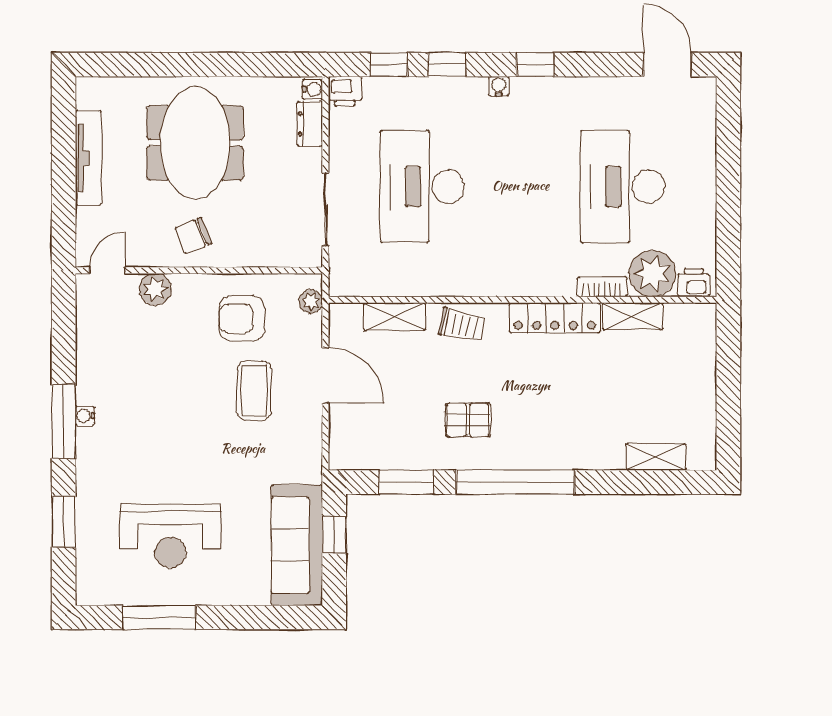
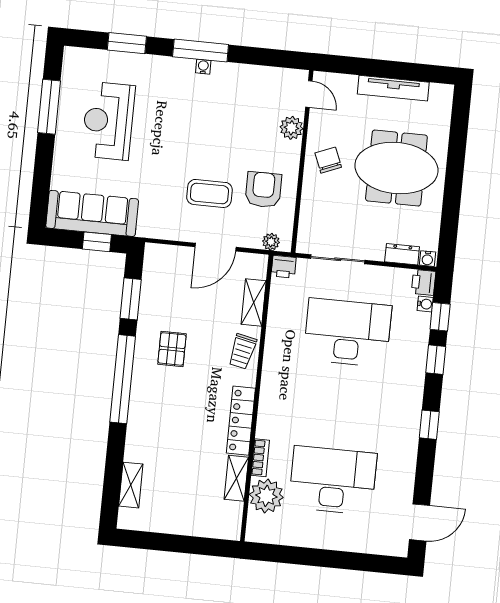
water cooler: (499, 86) -> (425, 304), moved
printer: (694, 283) -> (284, 267), moved, turned 90

